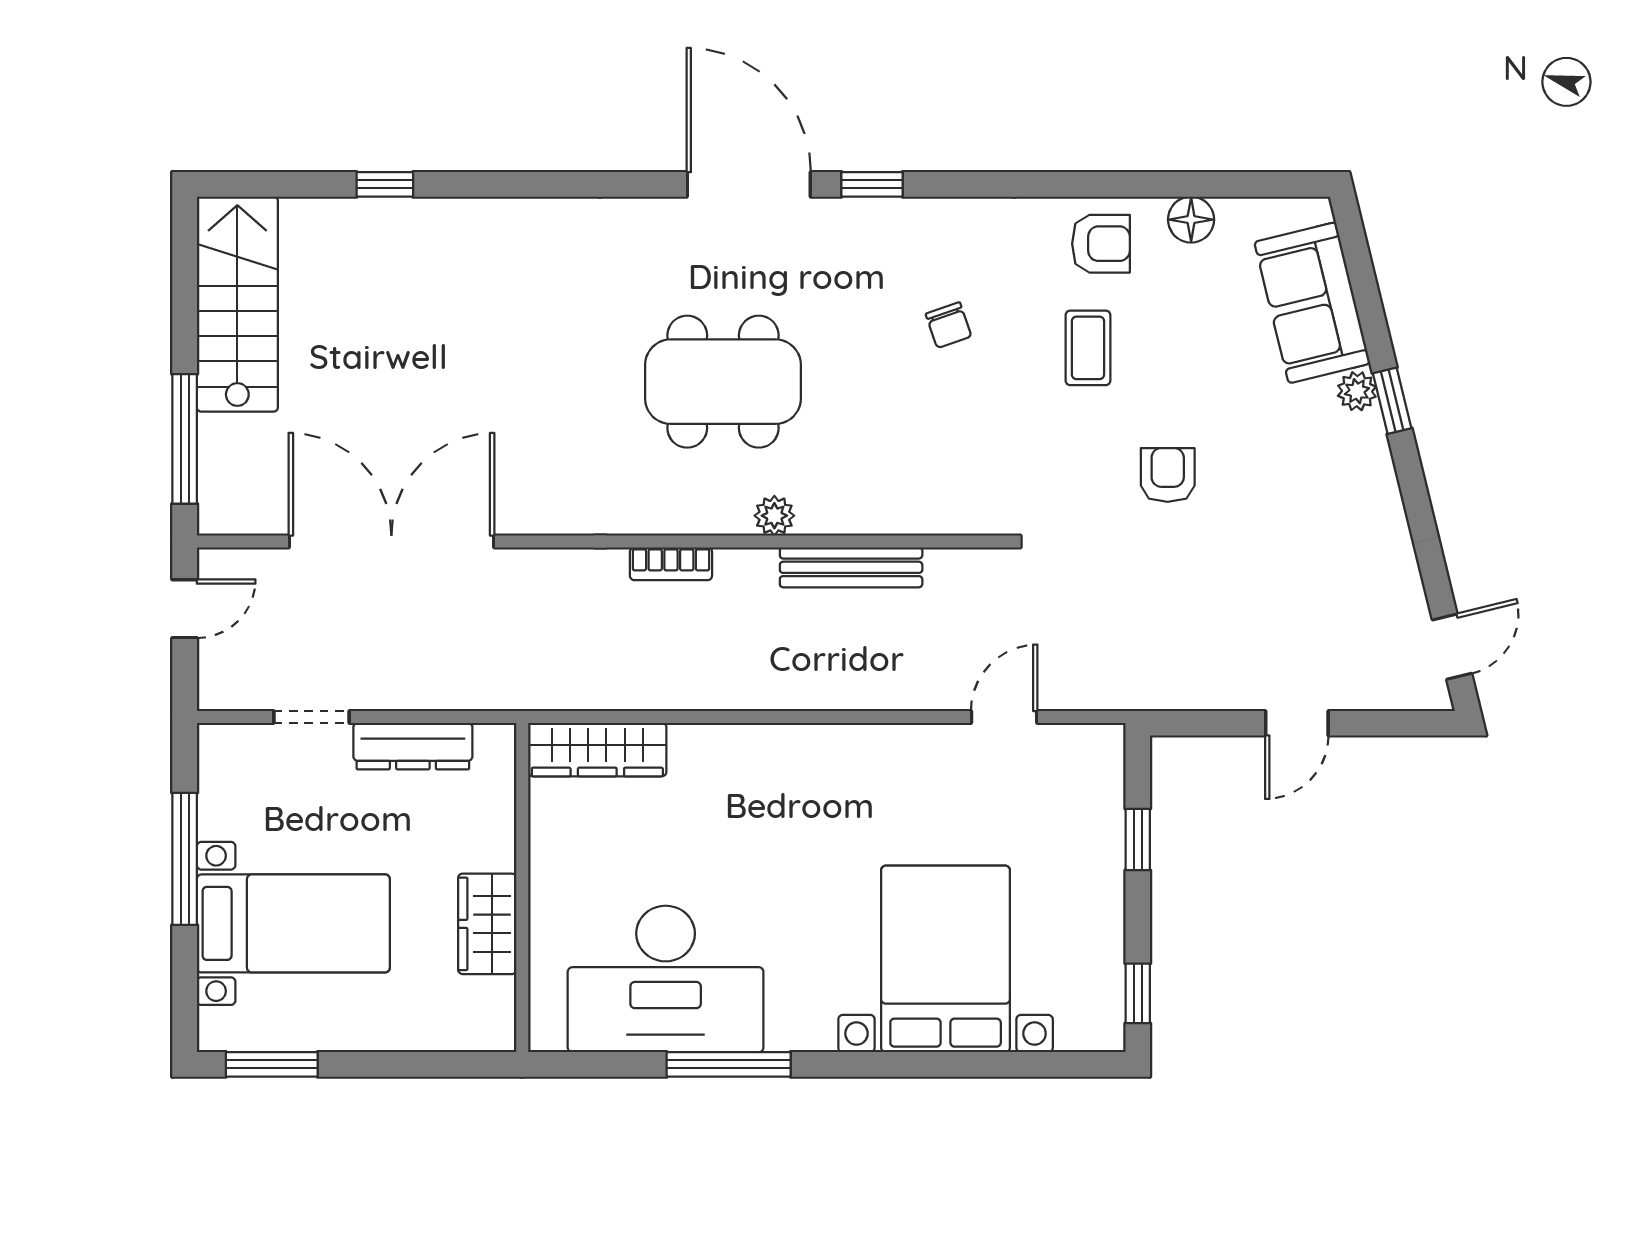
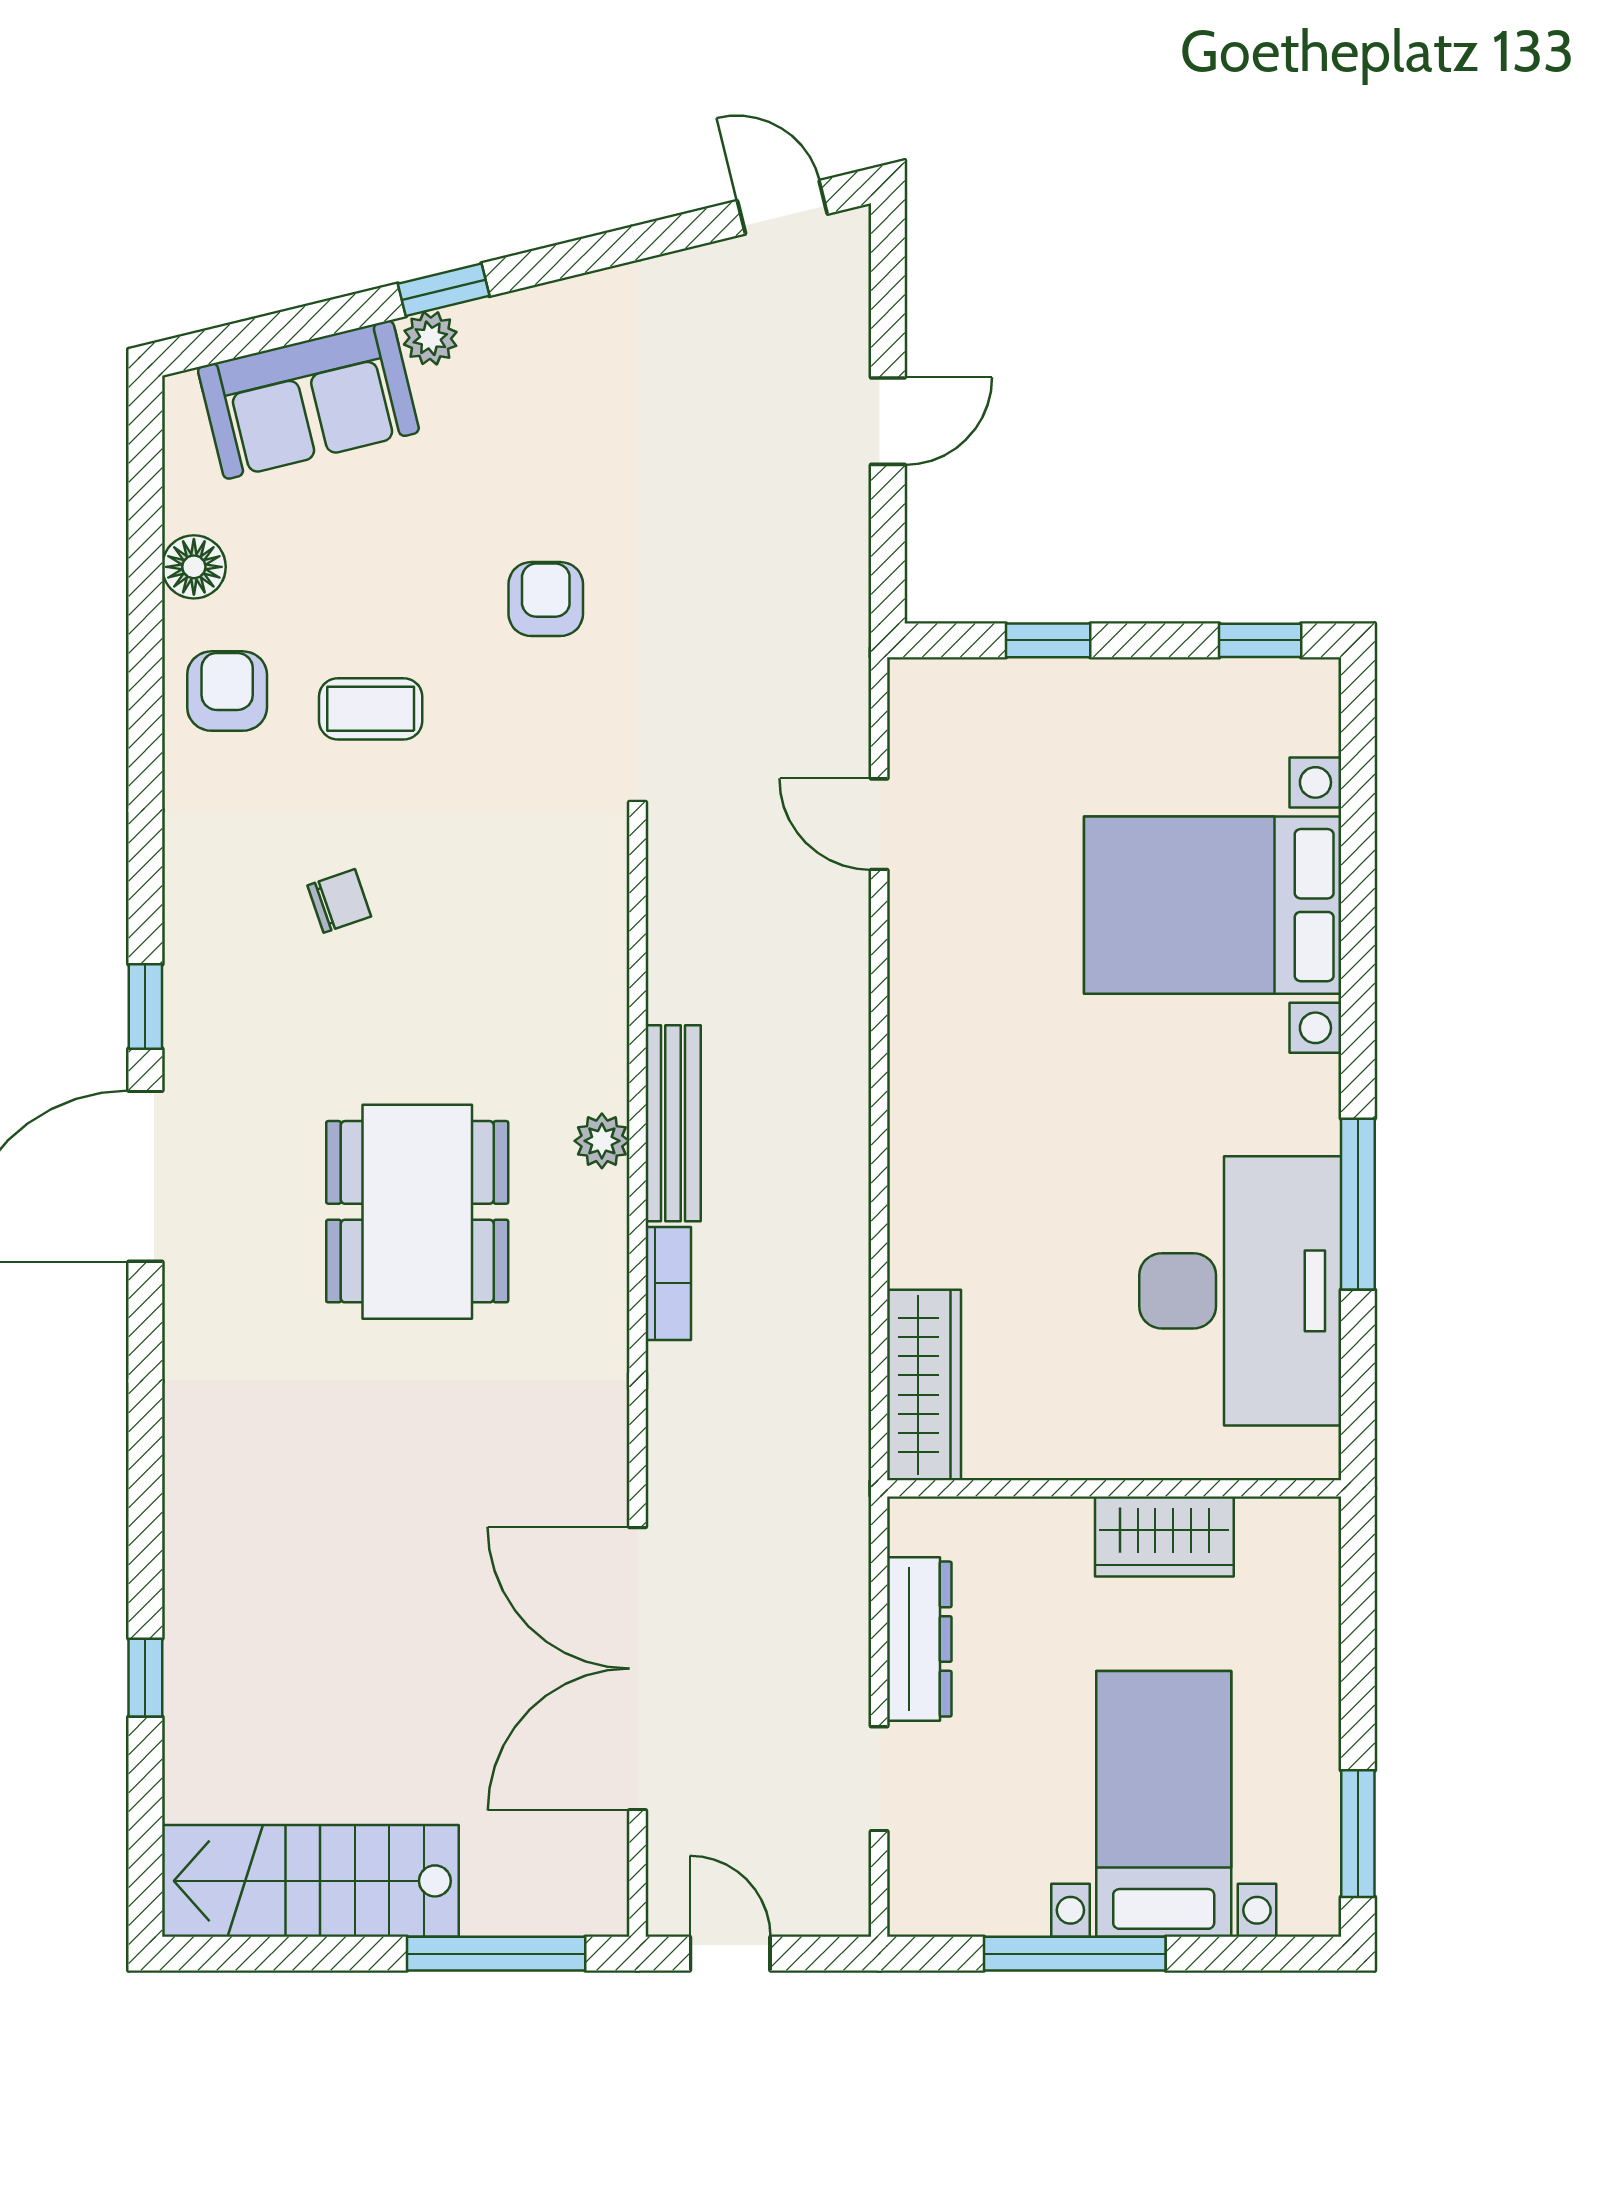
armchair: (1168, 475) -> (546, 599), turned 90
bench: (851, 567) -> (673, 1123), moved
door: (1297, 723) -> (888, 421), hinge flipped

